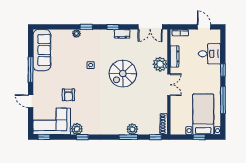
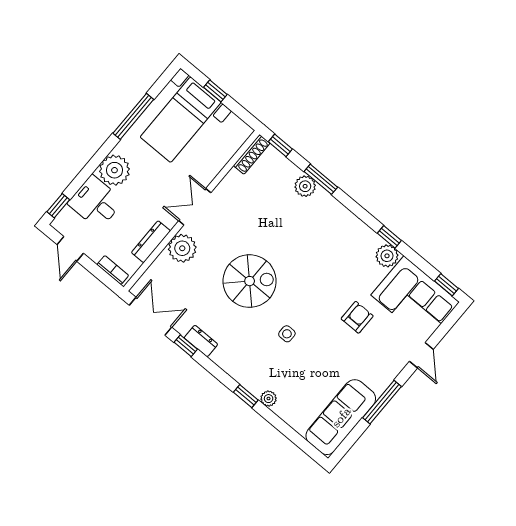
window: (113, 27) -> (186, 346), moved
window: (223, 70) -> (58, 206), moved
plant: (213, 73) -> (114, 170), added

